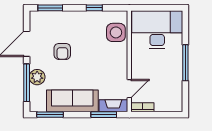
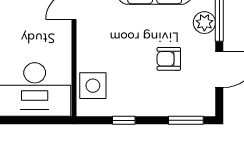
armchair: (62, 51) -> (169, 59), turned -90

